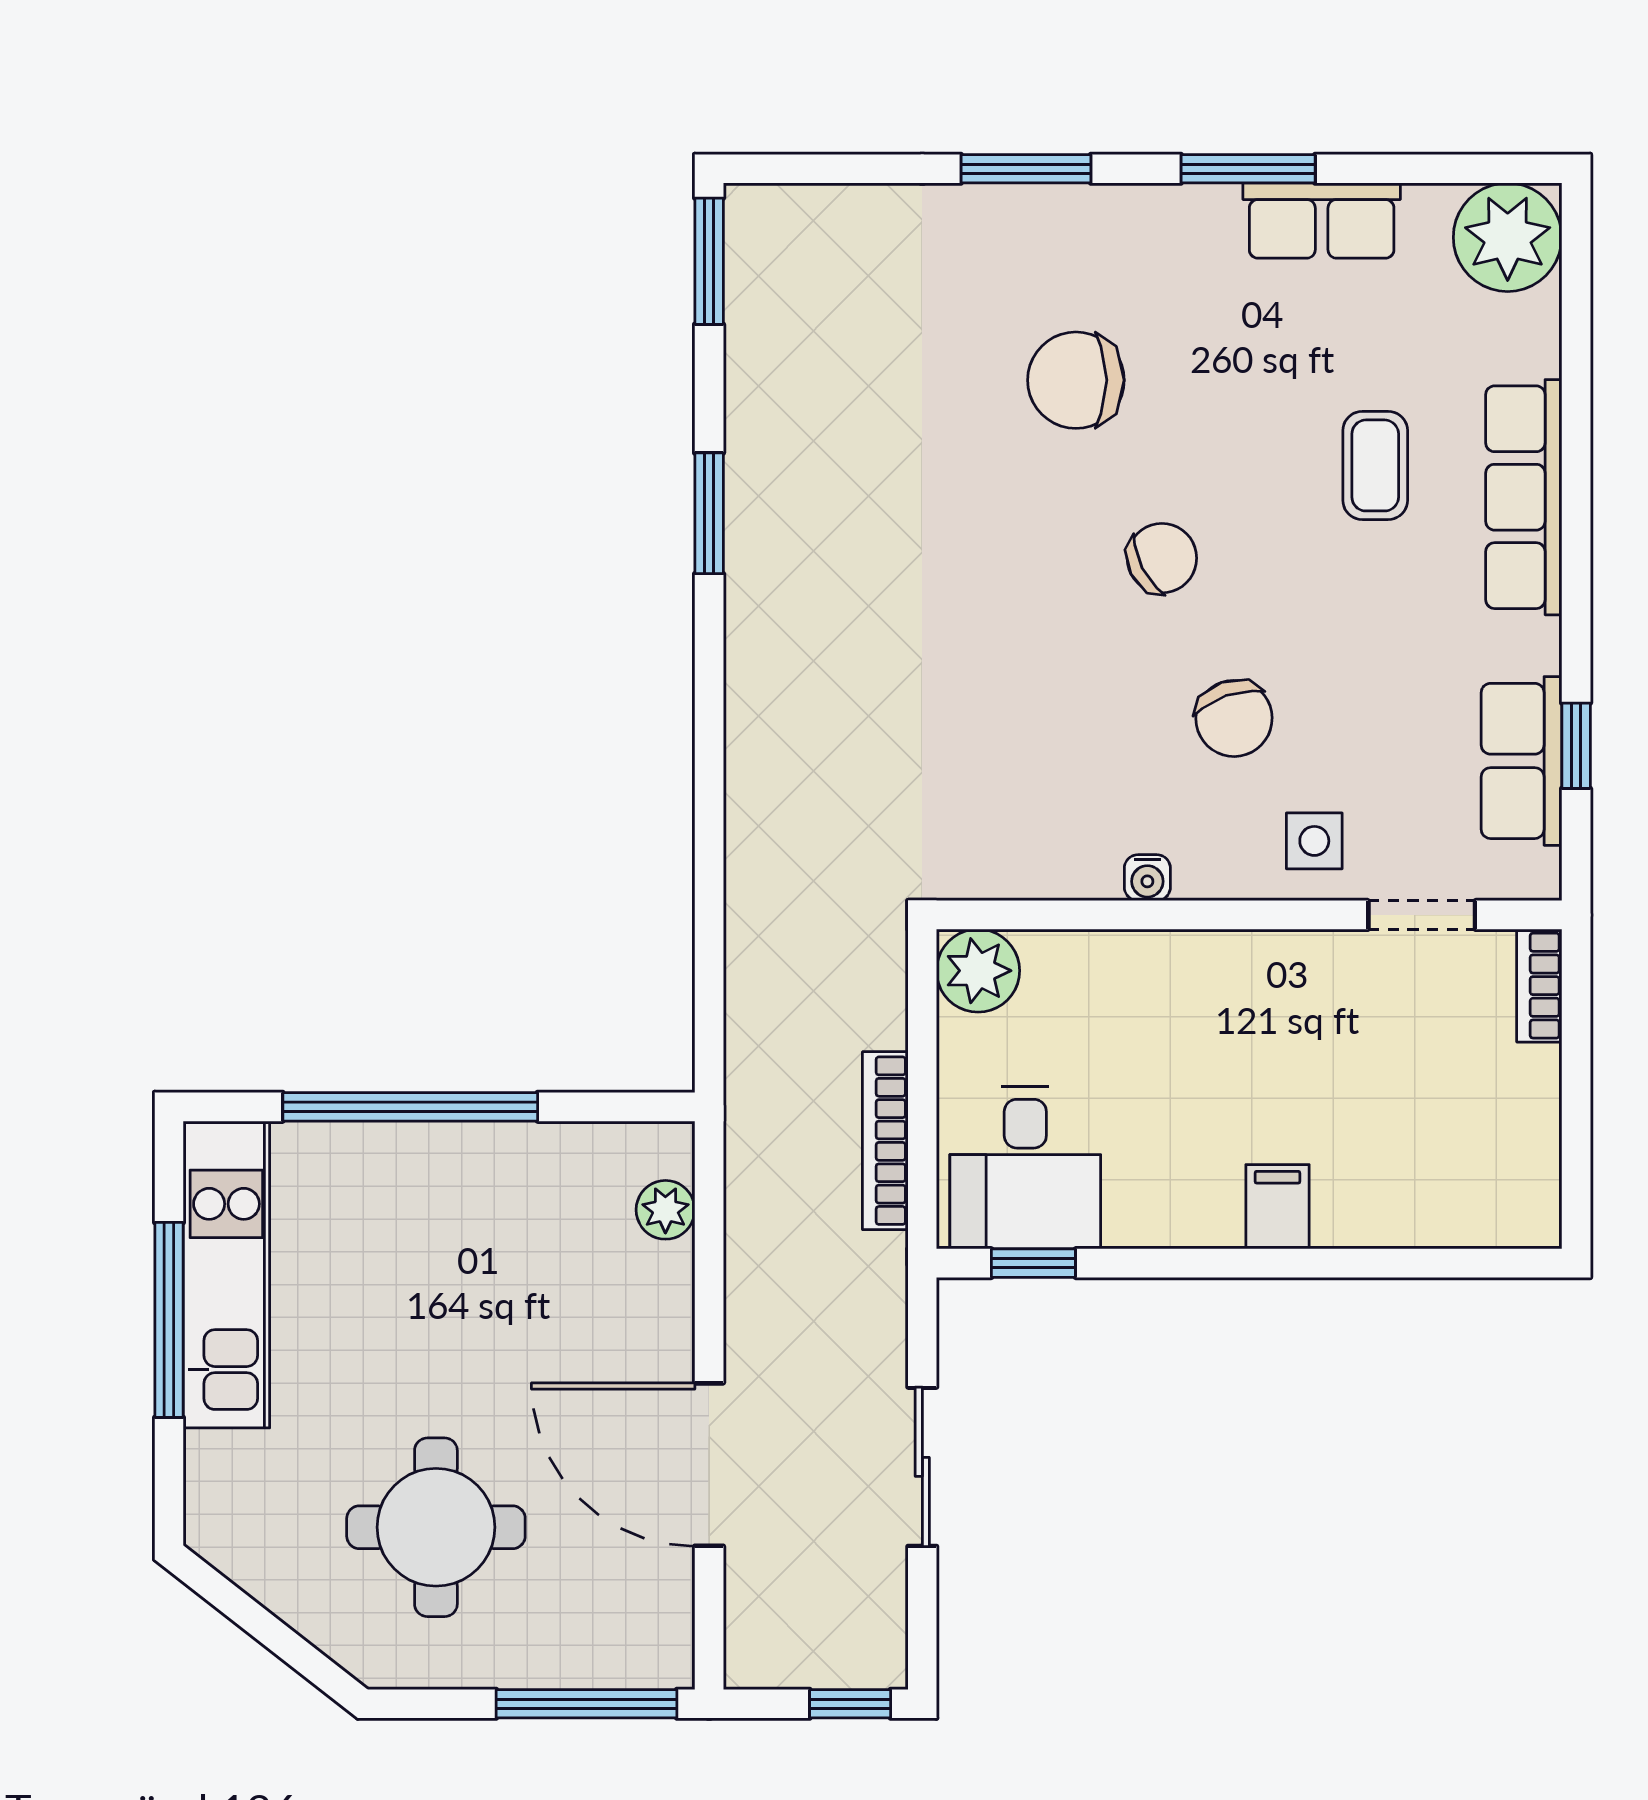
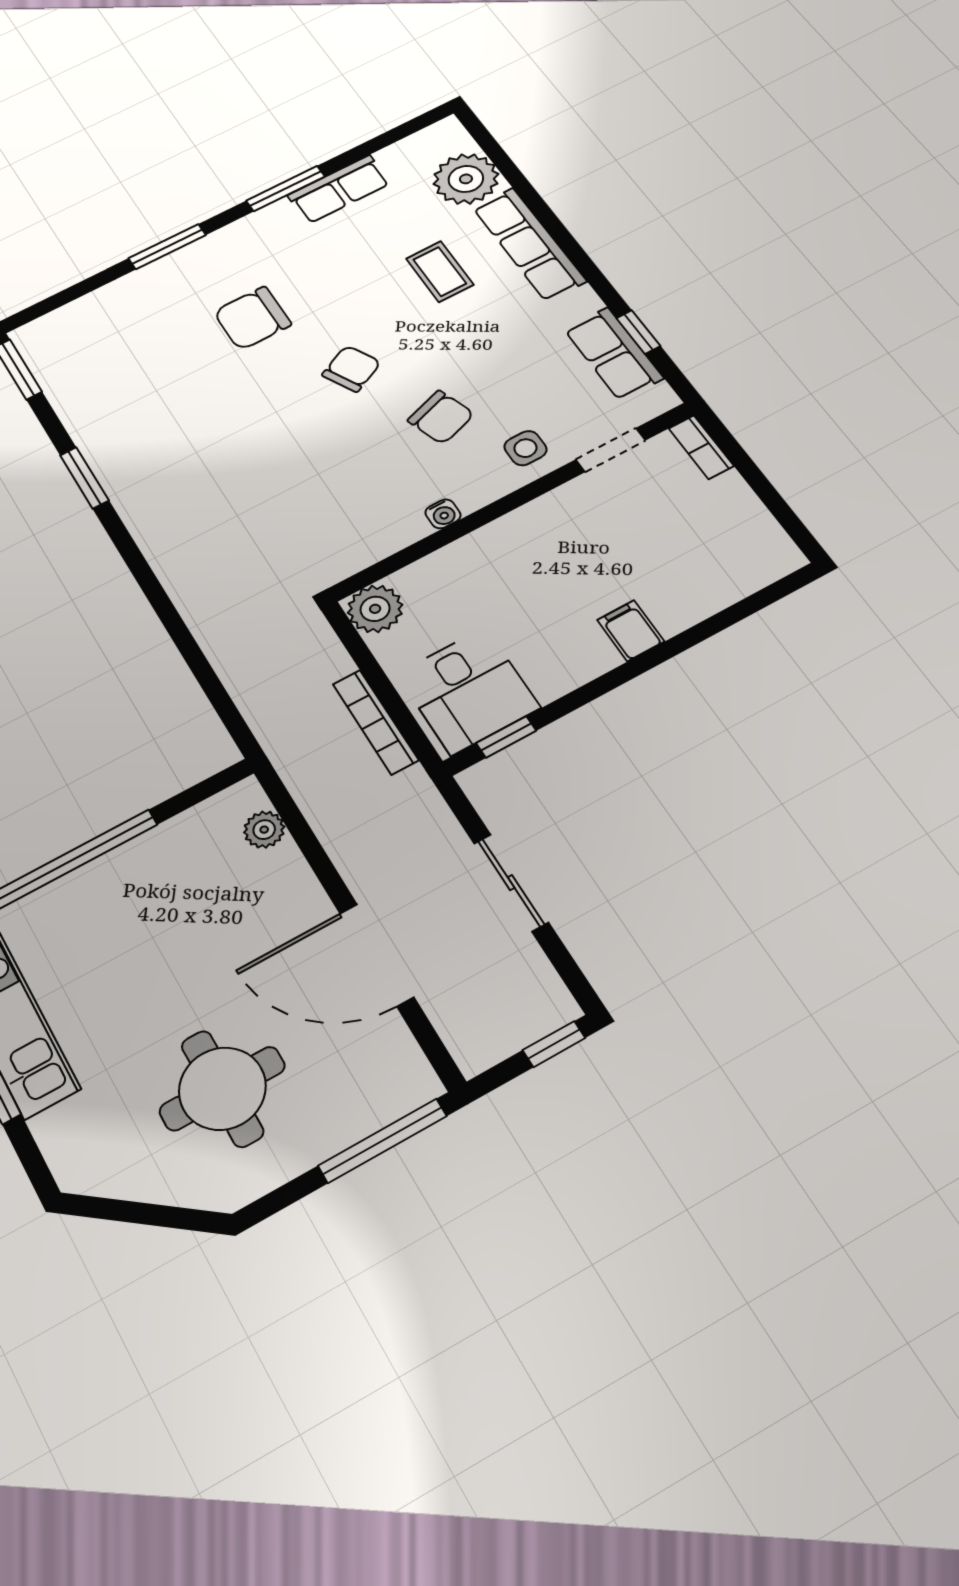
plant: (1508, 237) -> (466, 179), moved

